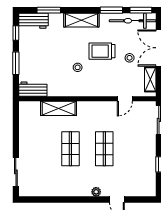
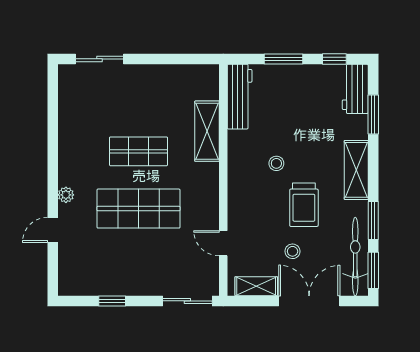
trolley: (102, 51) -> (304, 205), turned 180
workbench: (33, 89) -> (240, 97), width x1.38
shop shelf: (104, 149) -> (138, 209), width x1.43, depth x1.36

